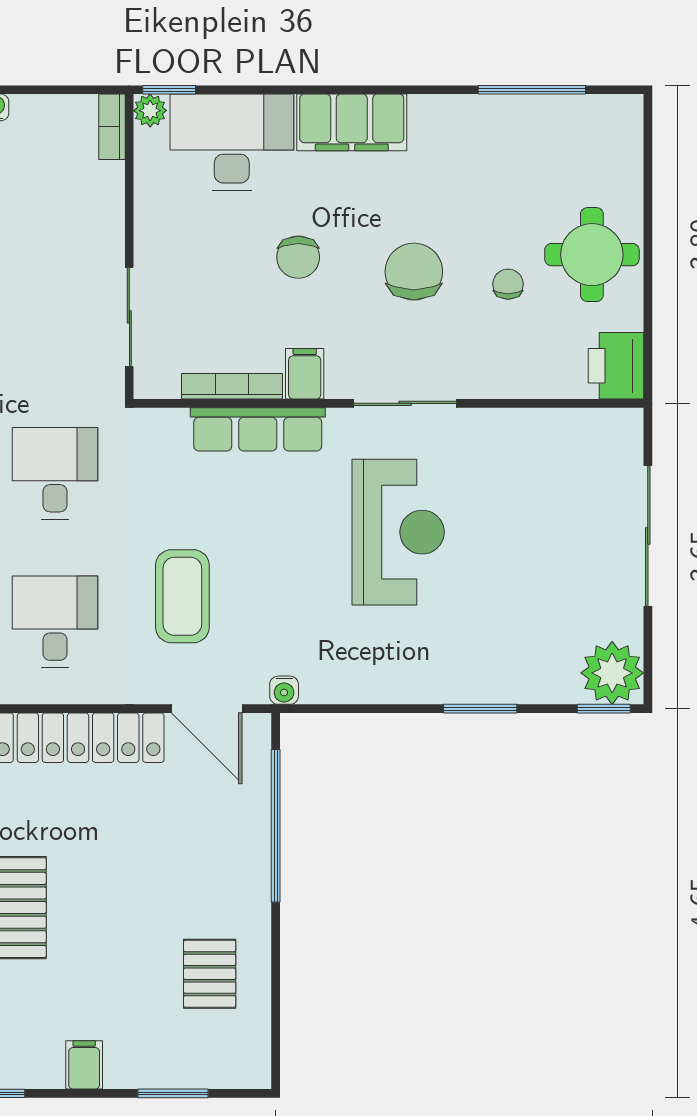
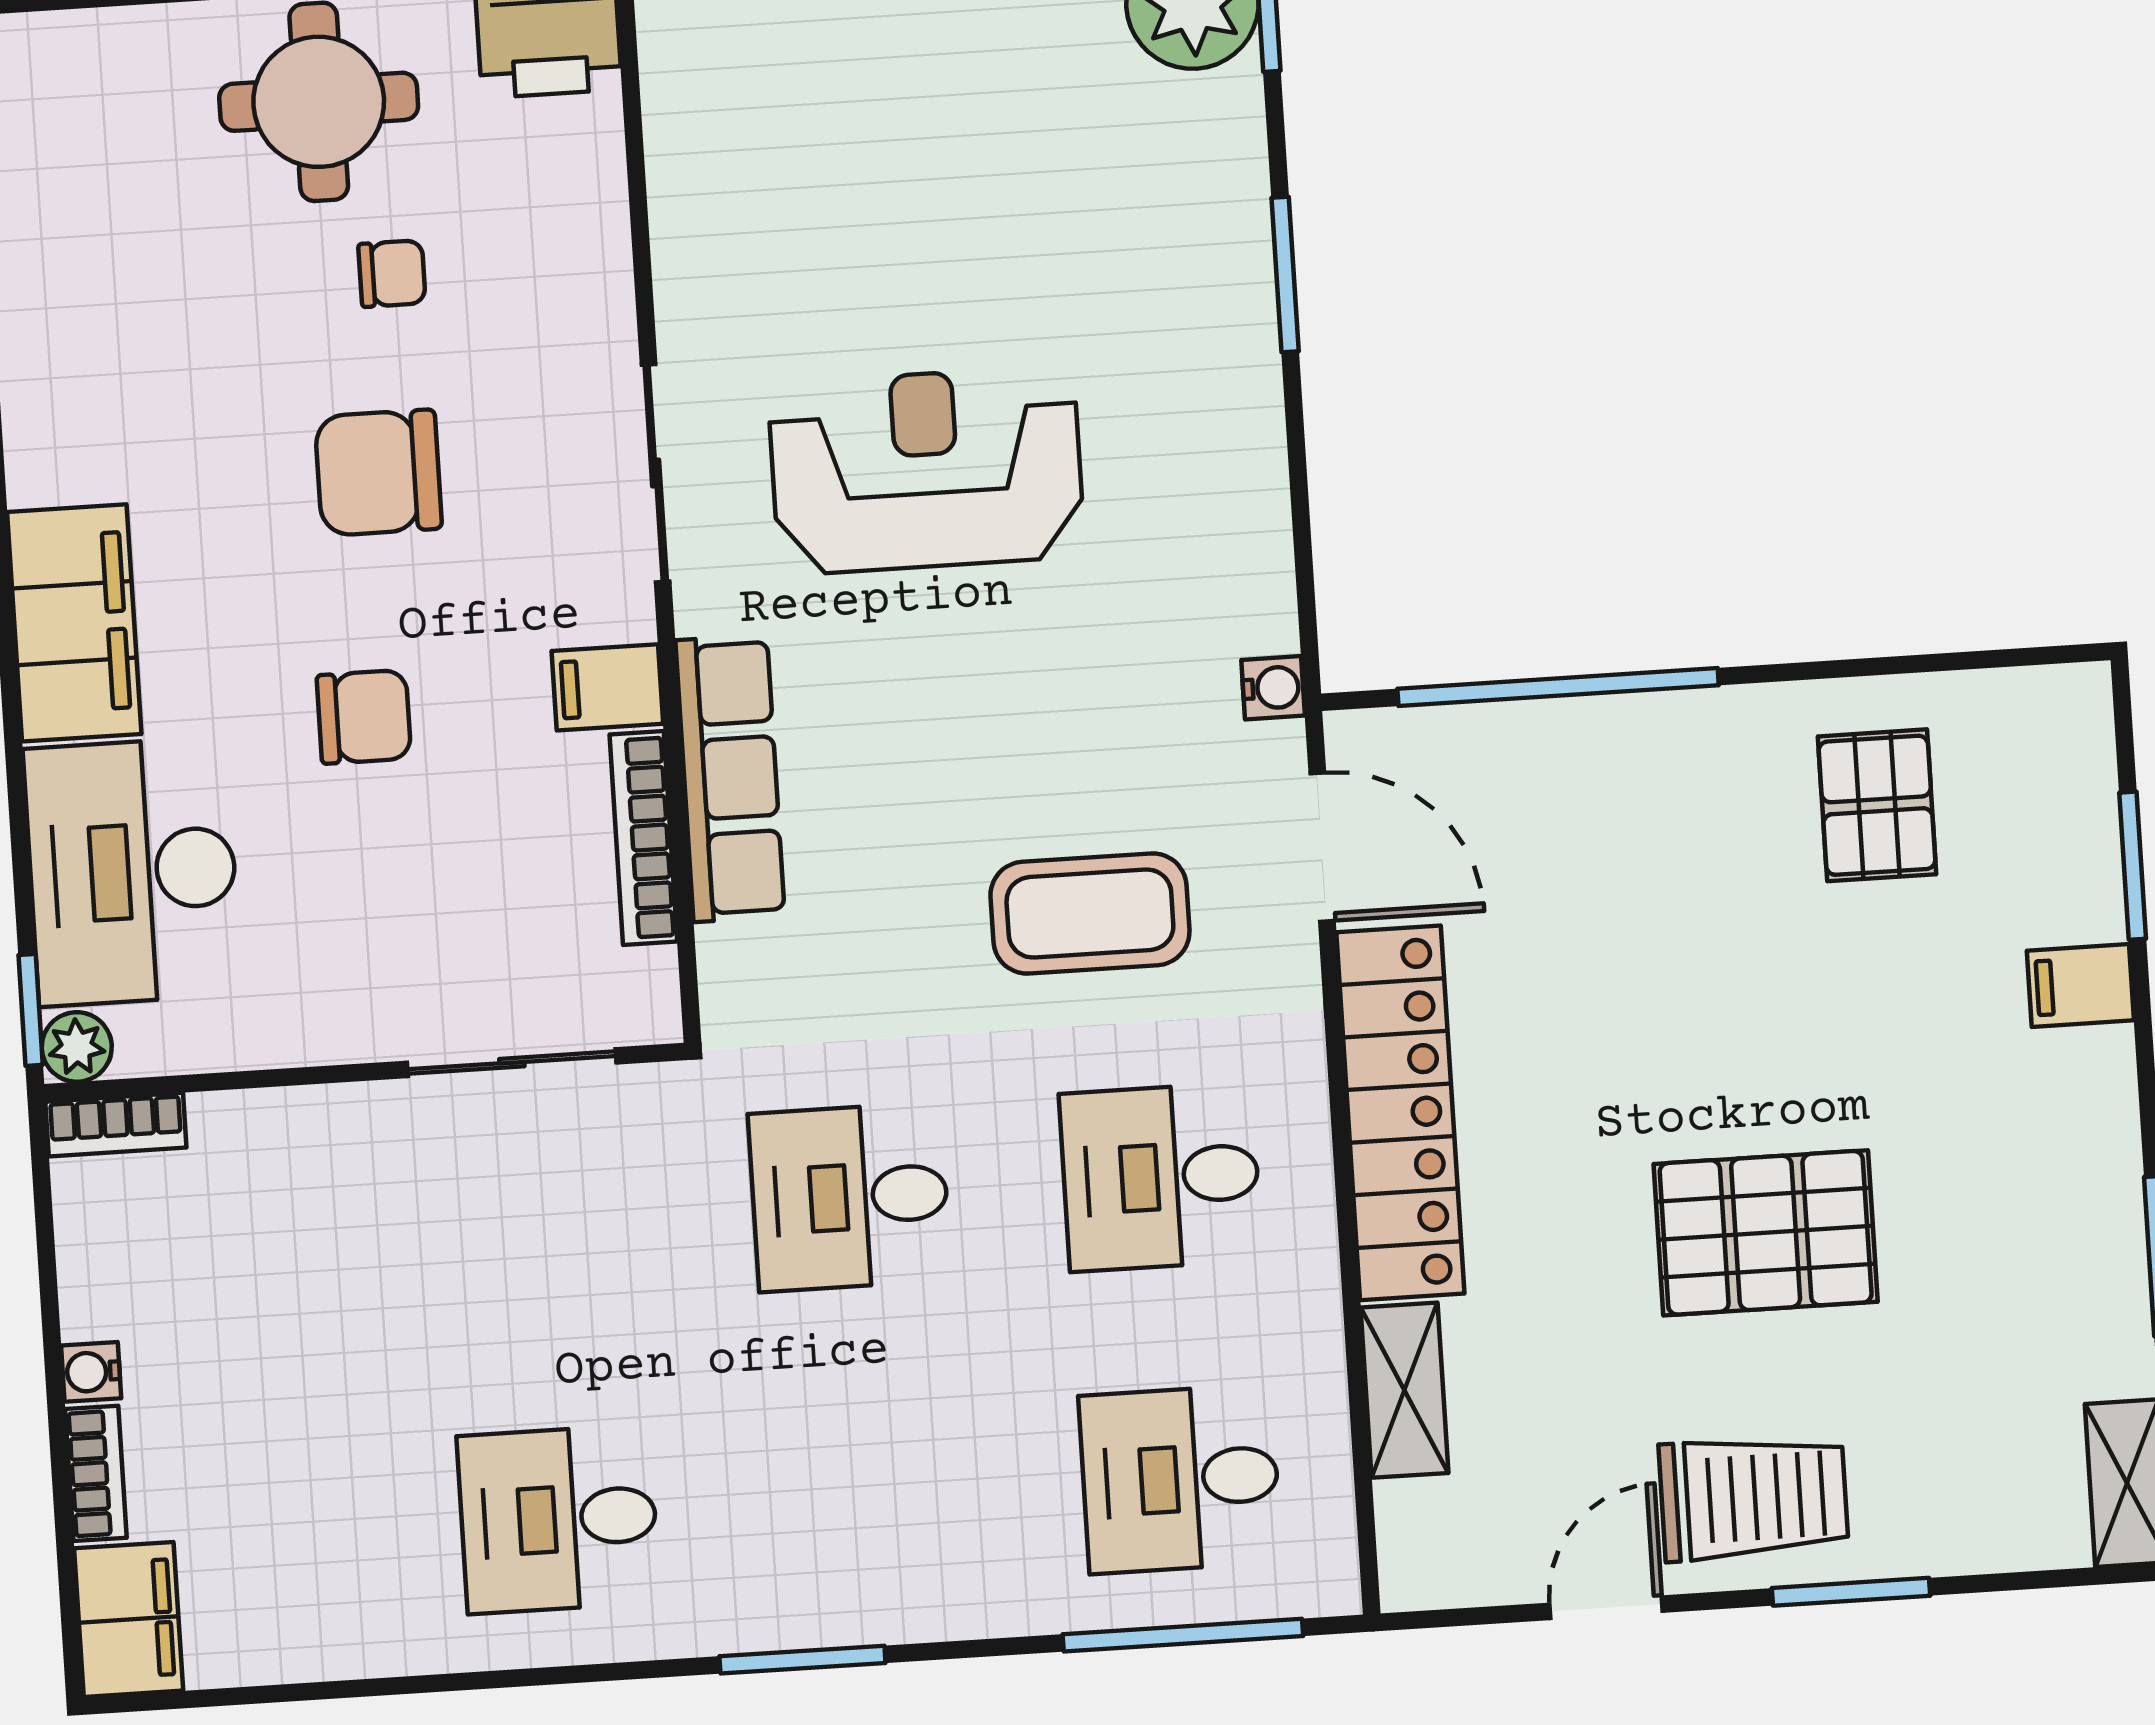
chair: (508, 284) -> (392, 274), turned 180
door: (207, 709) -> (1322, 847), hinge flipped
pallet: (210, 974) -> (1877, 805), turned 90
filing cabinet: (84, 1065) -> (2080, 986), moved

